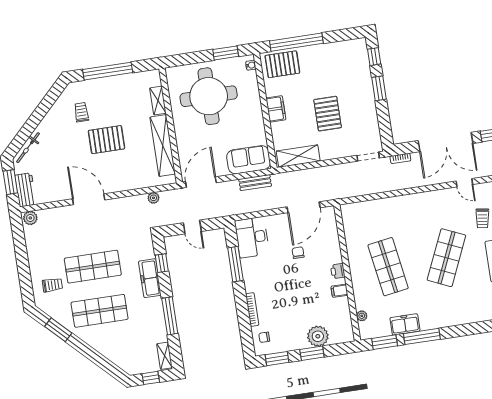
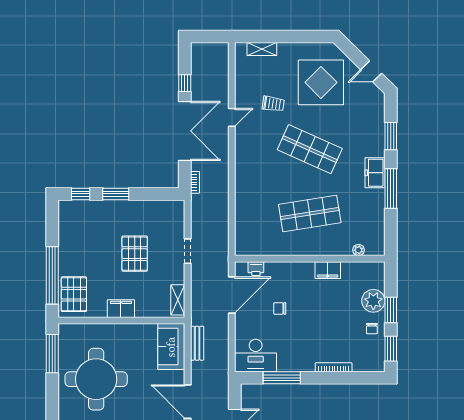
window: (226, 53) -> (52, 354), width x1.44
water cooler: (251, 65) -> (70, 328), removed
pallet: (328, 114) -> (135, 254), turned 90
shelving: (298, 156) -> (178, 300), width x0.67, depth x0.75
doorway: (368, 157) -> (188, 251), moved
door: (304, 207) -> (232, 295), hinge flipped
printer: (338, 271) -> (256, 269), moved
filing cabinet: (339, 291) -> (328, 270), width x2.00
freezer: (405, 324) -> (375, 173), moved
chair: (264, 337) -> (372, 329), moved
window: (385, 342) -> (391, 136), moved

